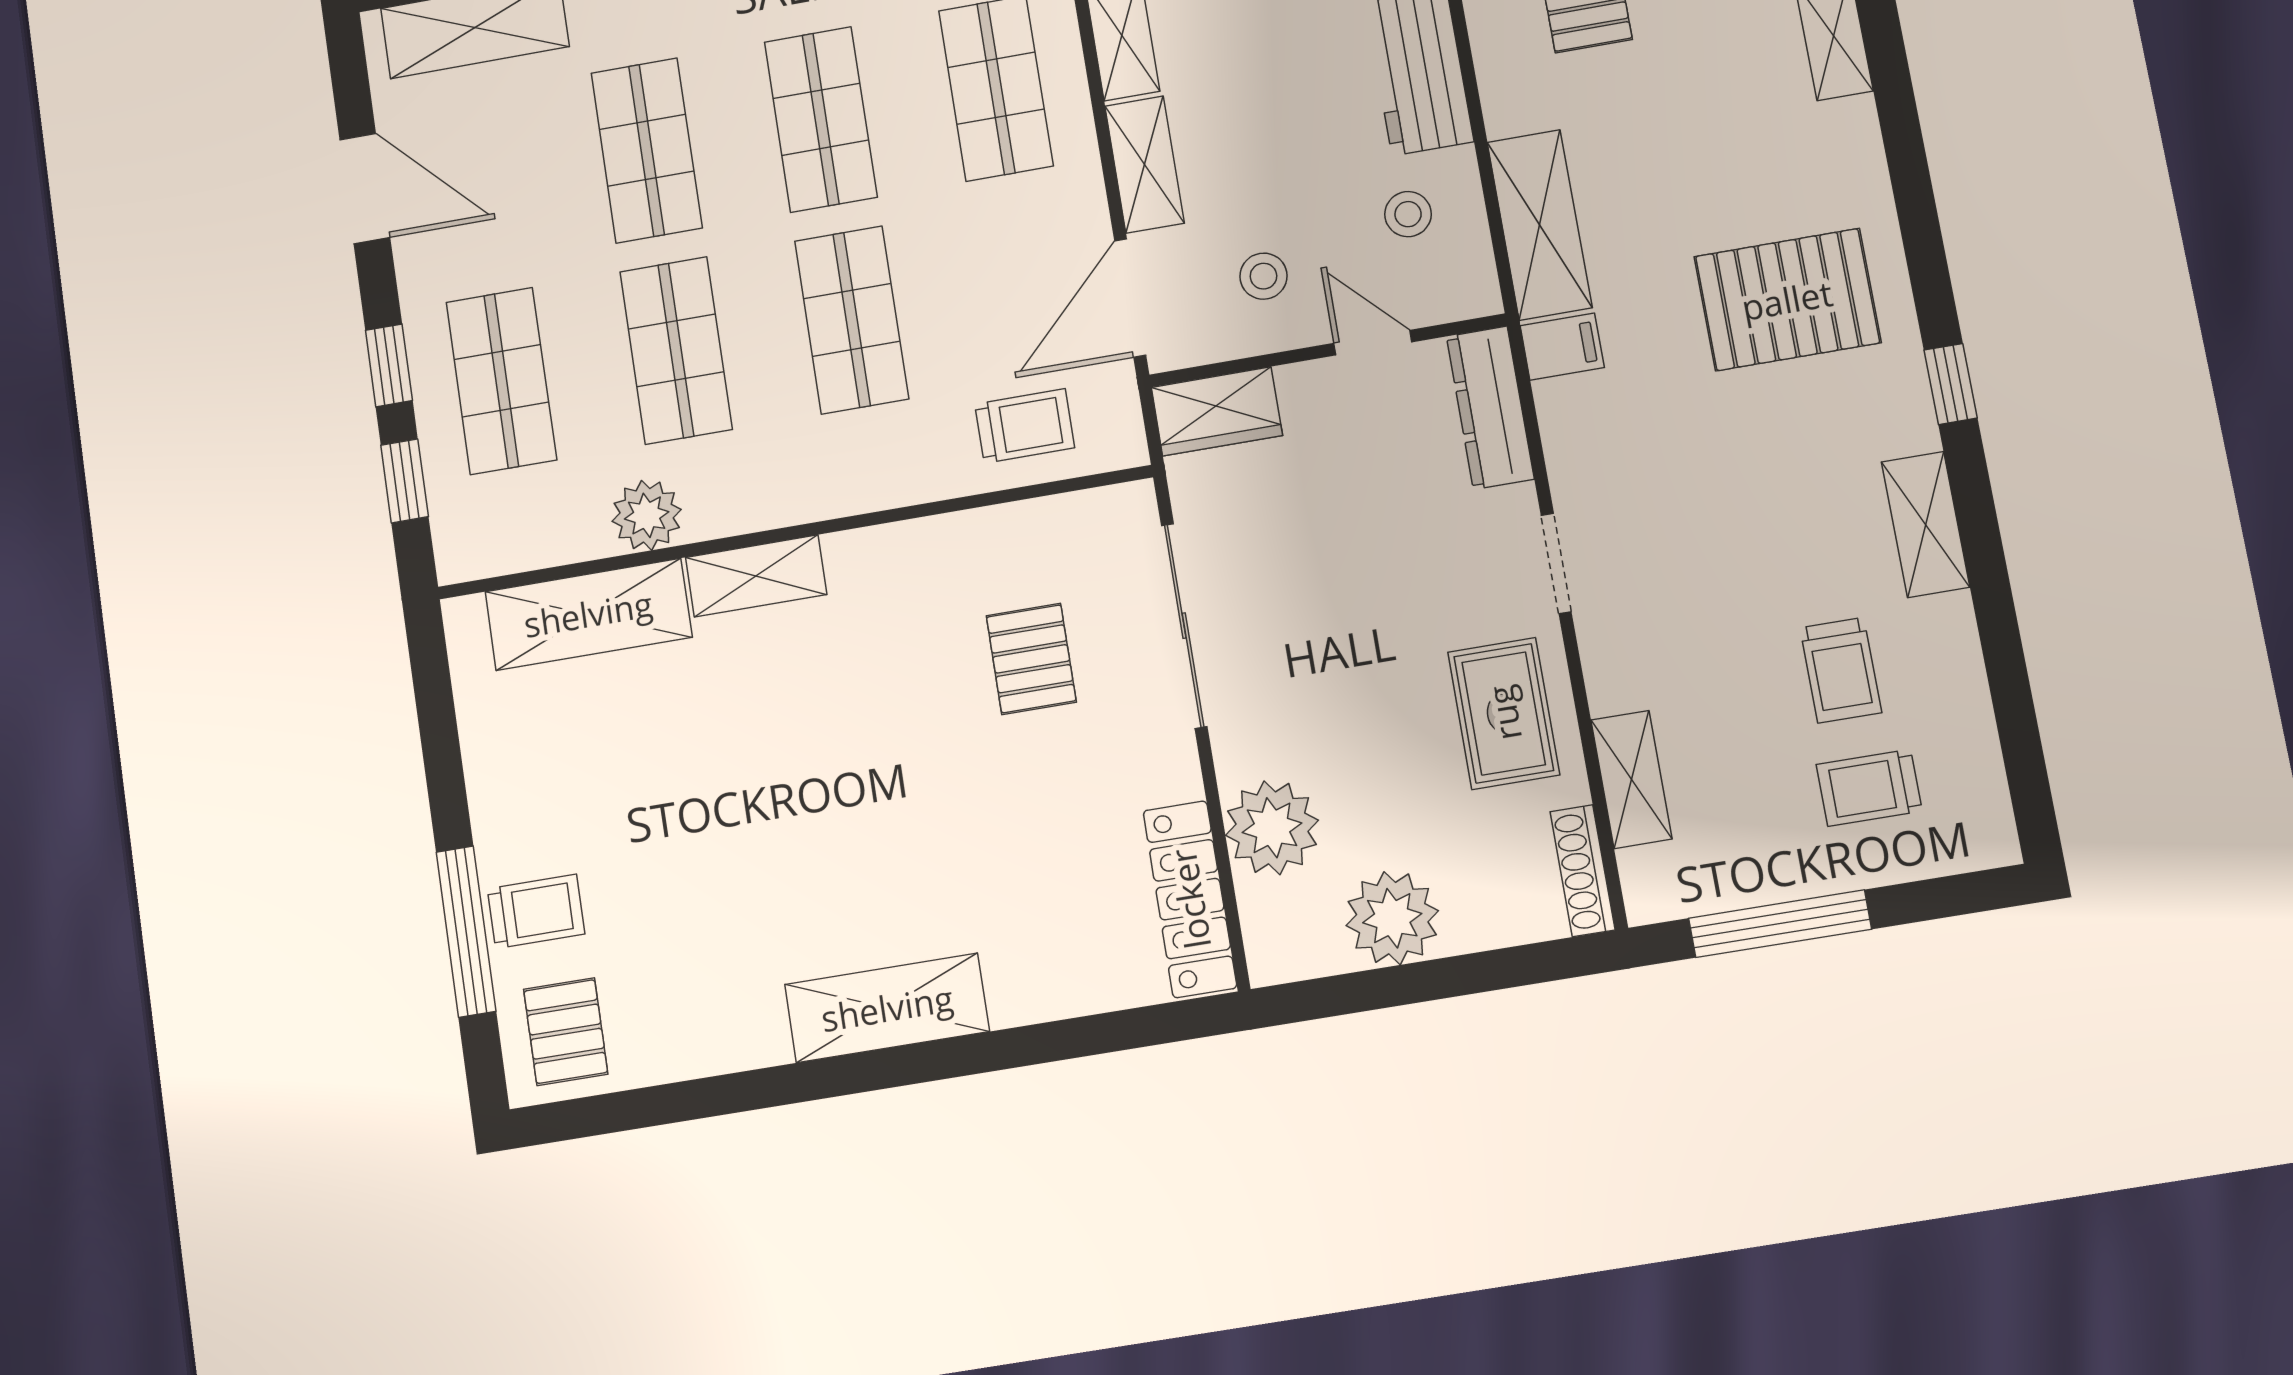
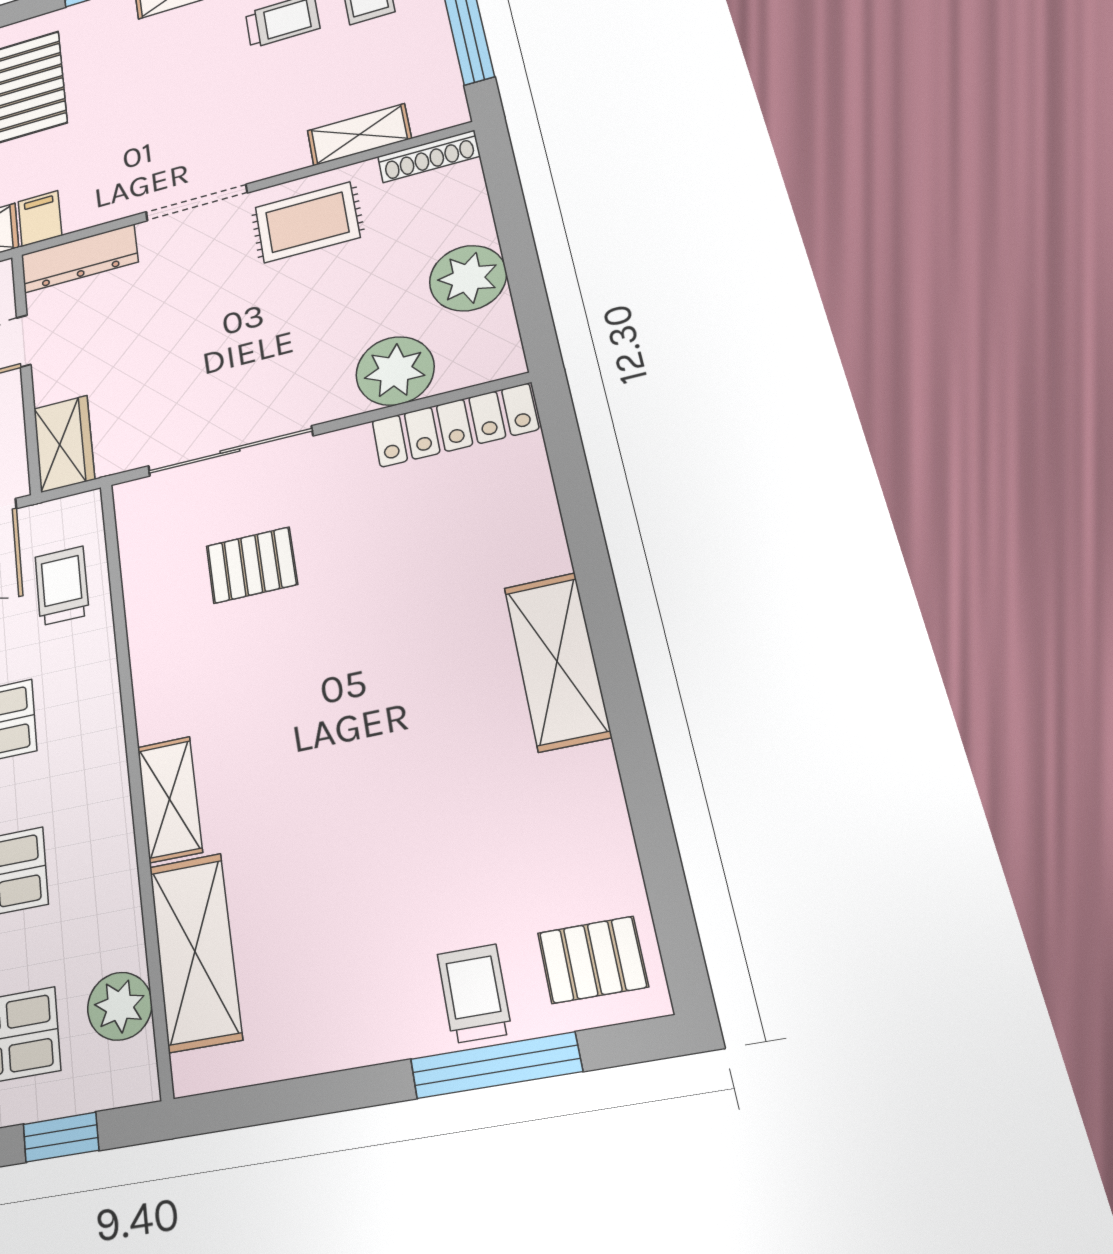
plant: (647, 515) -> (120, 1006), moved
doorway: (1556, 563) -> (196, 203), width x1.38

